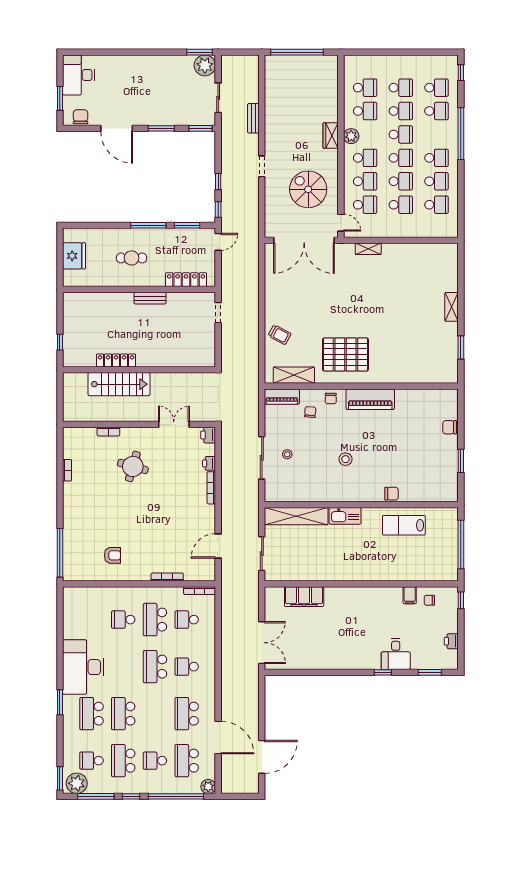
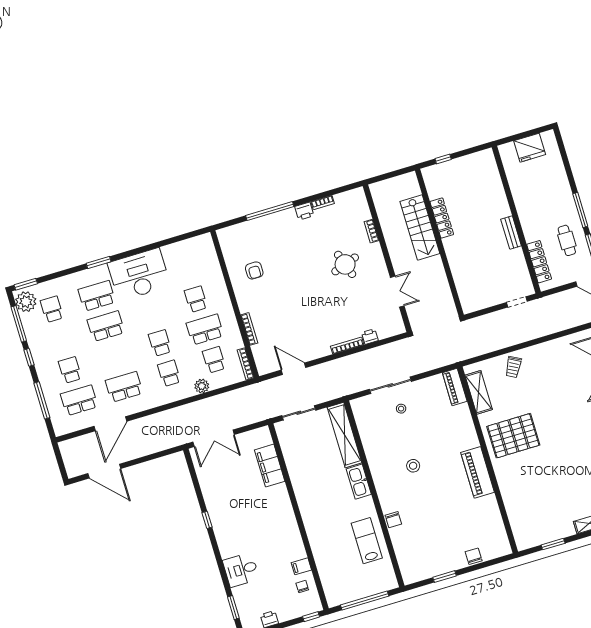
cafe table: (132, 258) -> (567, 240), moved
pallet: (345, 354) -> (513, 436), turned 90
chair: (331, 399) -> (467, 434), removed
chair: (310, 412) -> (448, 419), removed
printer: (208, 435) -> (304, 211), moved, turned 180
round table: (133, 466) -> (345, 264), turned -35
window: (60, 553) -> (270, 211), moved
school desk: (155, 667) -> (160, 343), width x0.54
window: (383, 672) -> (207, 520), moved
school desk: (123, 761) -> (61, 340), removed
plant: (208, 787) -> (202, 386), moved
window: (176, 796) -> (42, 400), width x0.68

